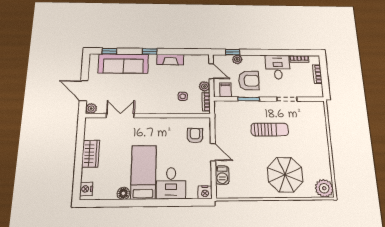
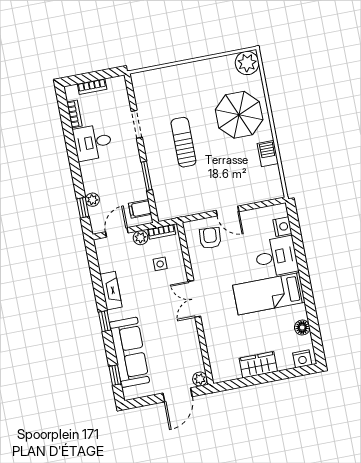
armchair: (249, 81) -> (120, 179), removed
double door: (120, 116) -> (194, 299), moved
armchair: (195, 136) -> (210, 238), turned 95
door: (213, 152) -> (227, 211), swing flipped
barbecue: (222, 175) -> (268, 153), moved, turned -90
nightstand: (205, 192) -> (282, 227), moved
floor lamp: (123, 193) -> (302, 328), moved

